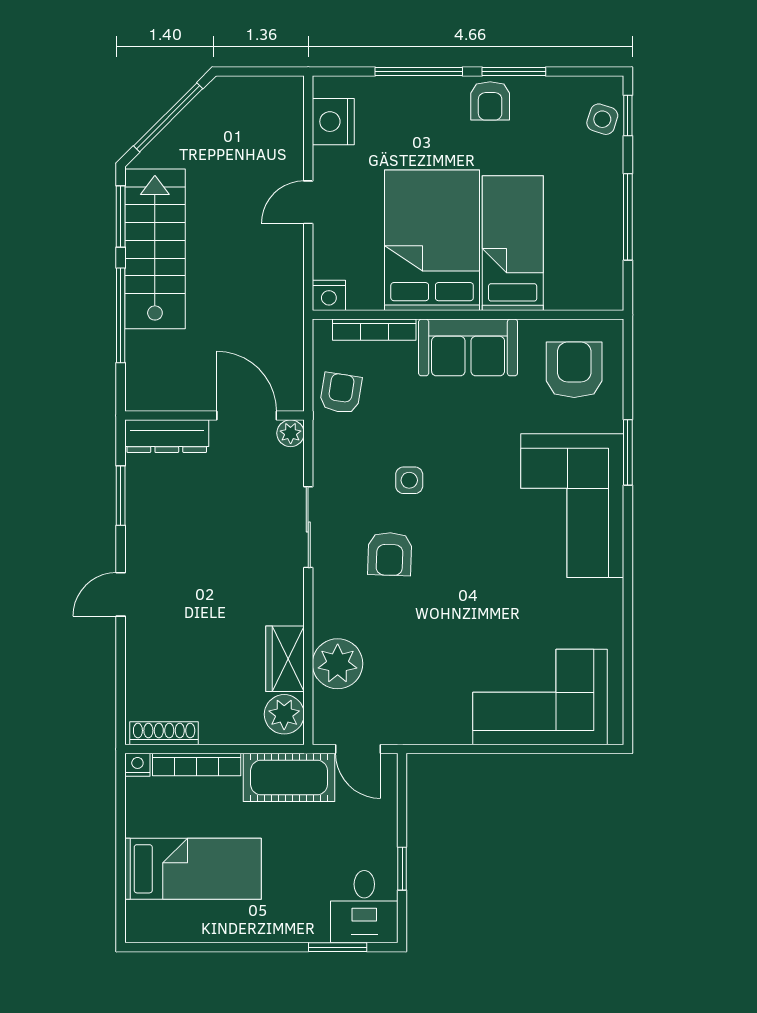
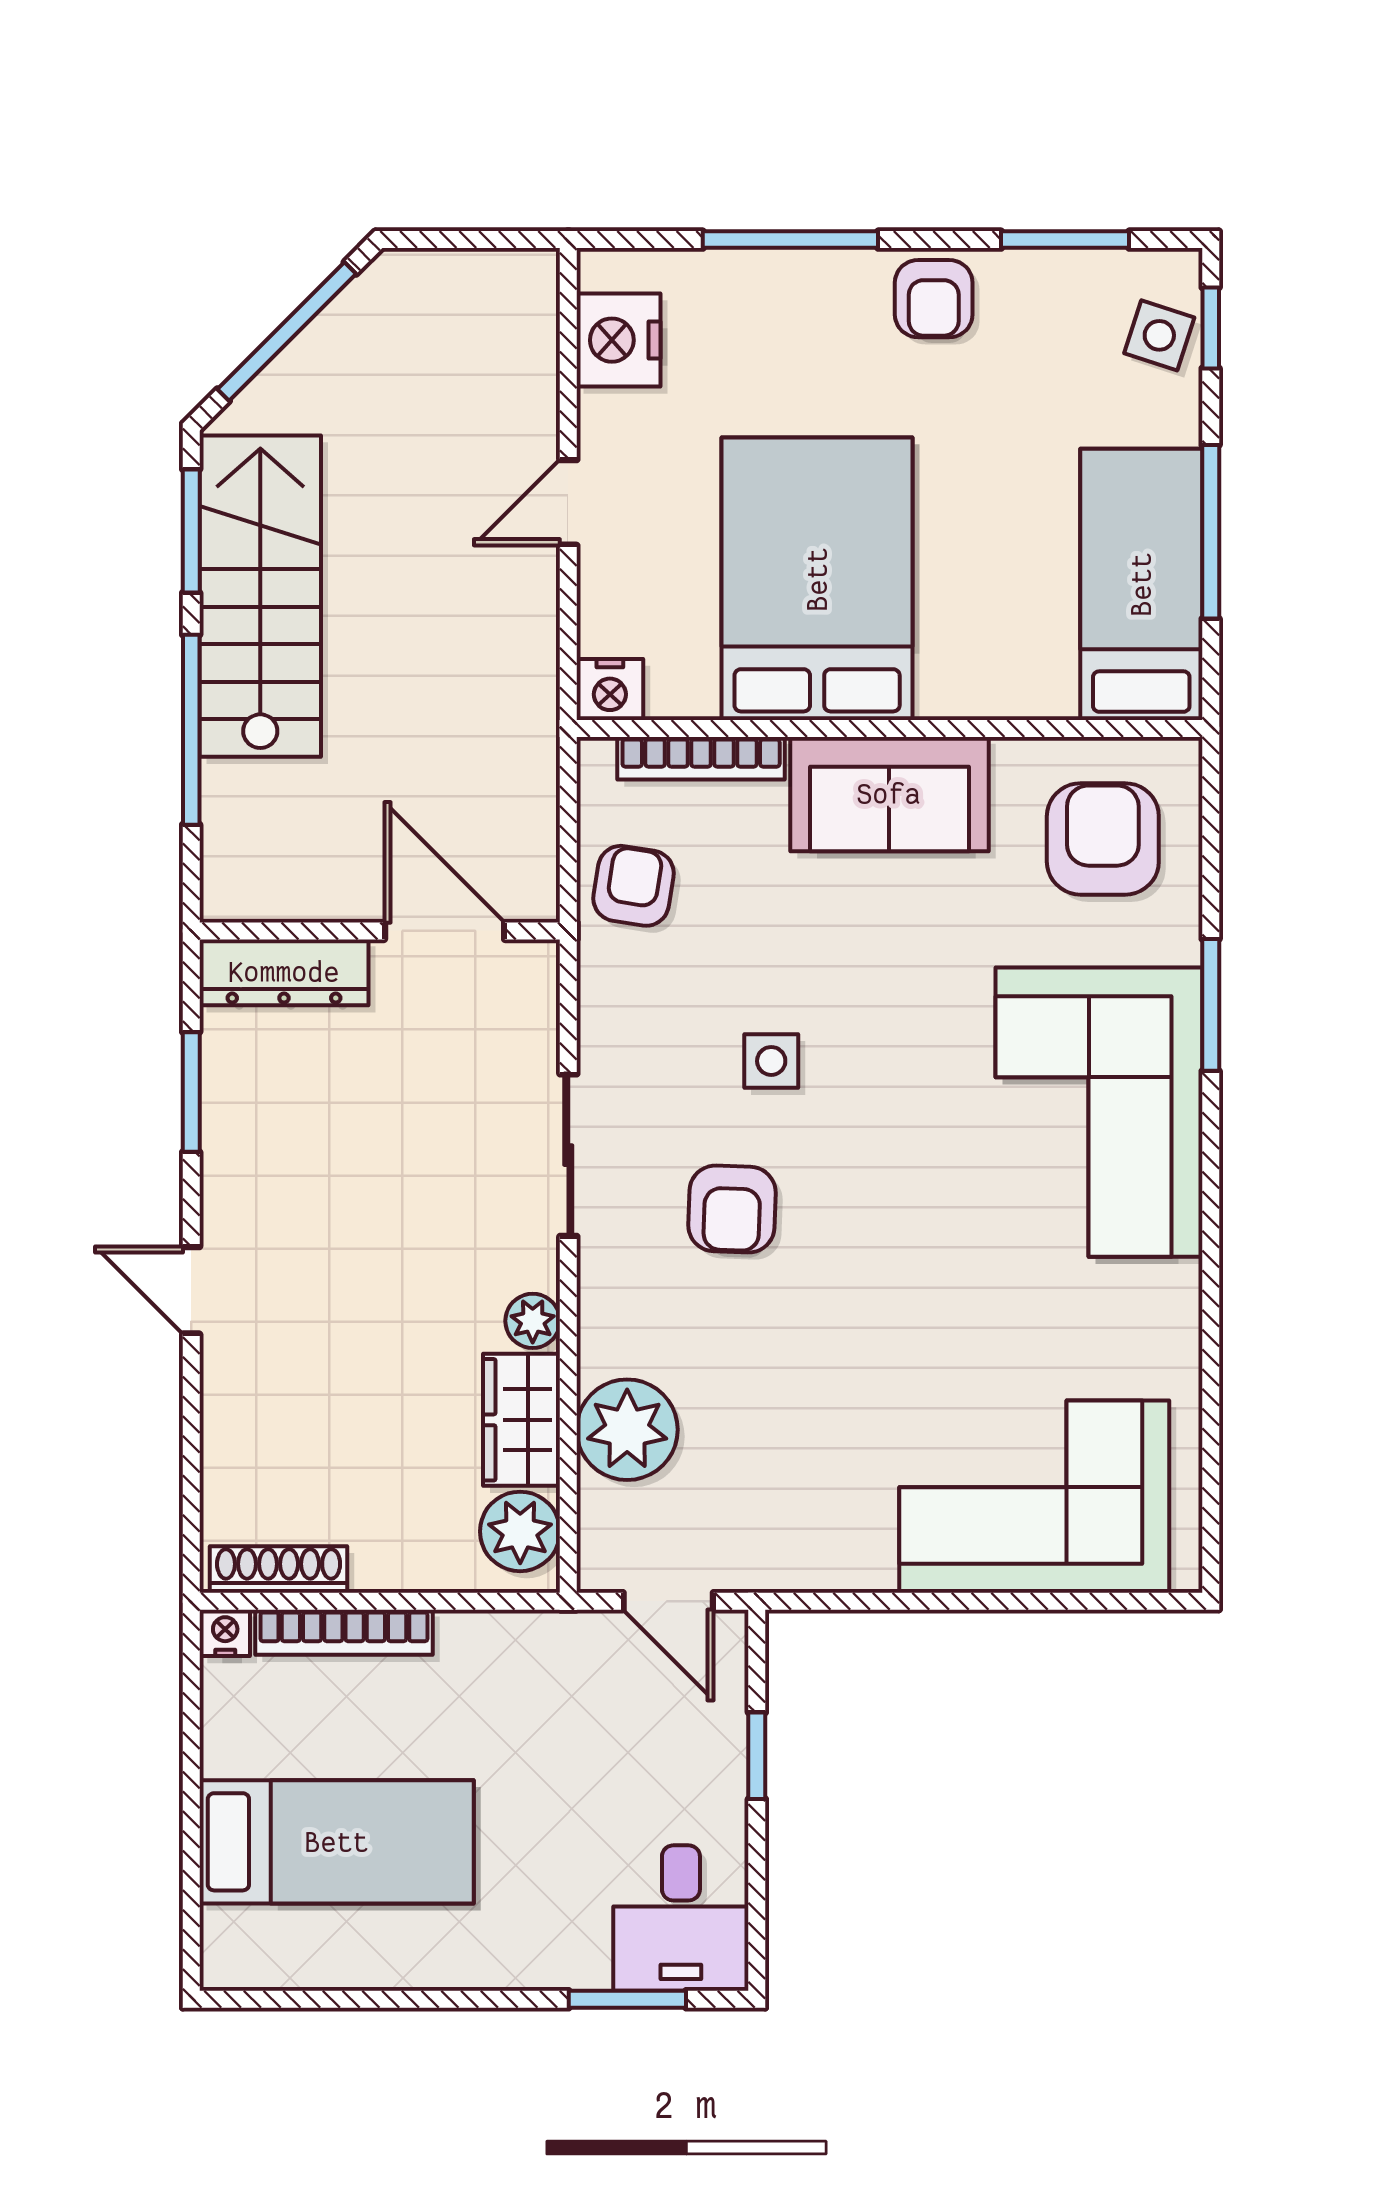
window: (514, 72) -> (1065, 240), moved
bed: (513, 243) -> (1141, 584), moved
plant: (291, 433) -> (533, 1321), moved
door: (121, 594) -> (191, 1290), hinge flipped
cot: (289, 777) -> (530, 1658), removed
window: (402, 869) -> (757, 1756), moved

